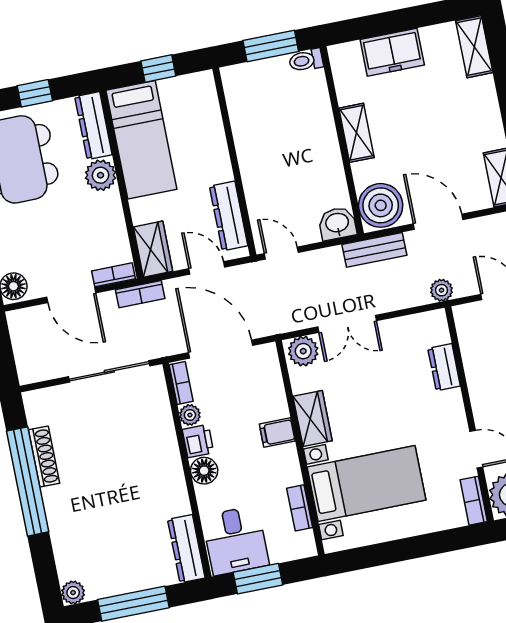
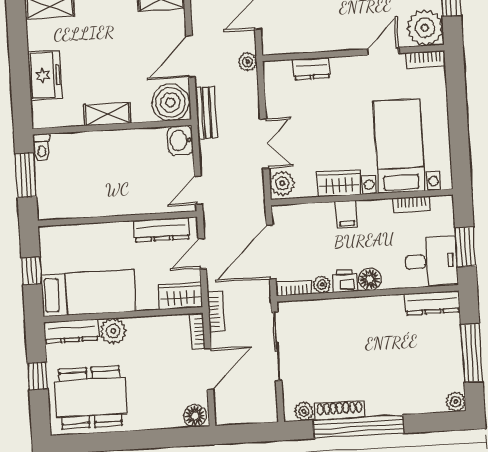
plant: (37, 414) -> (304, 411), added

